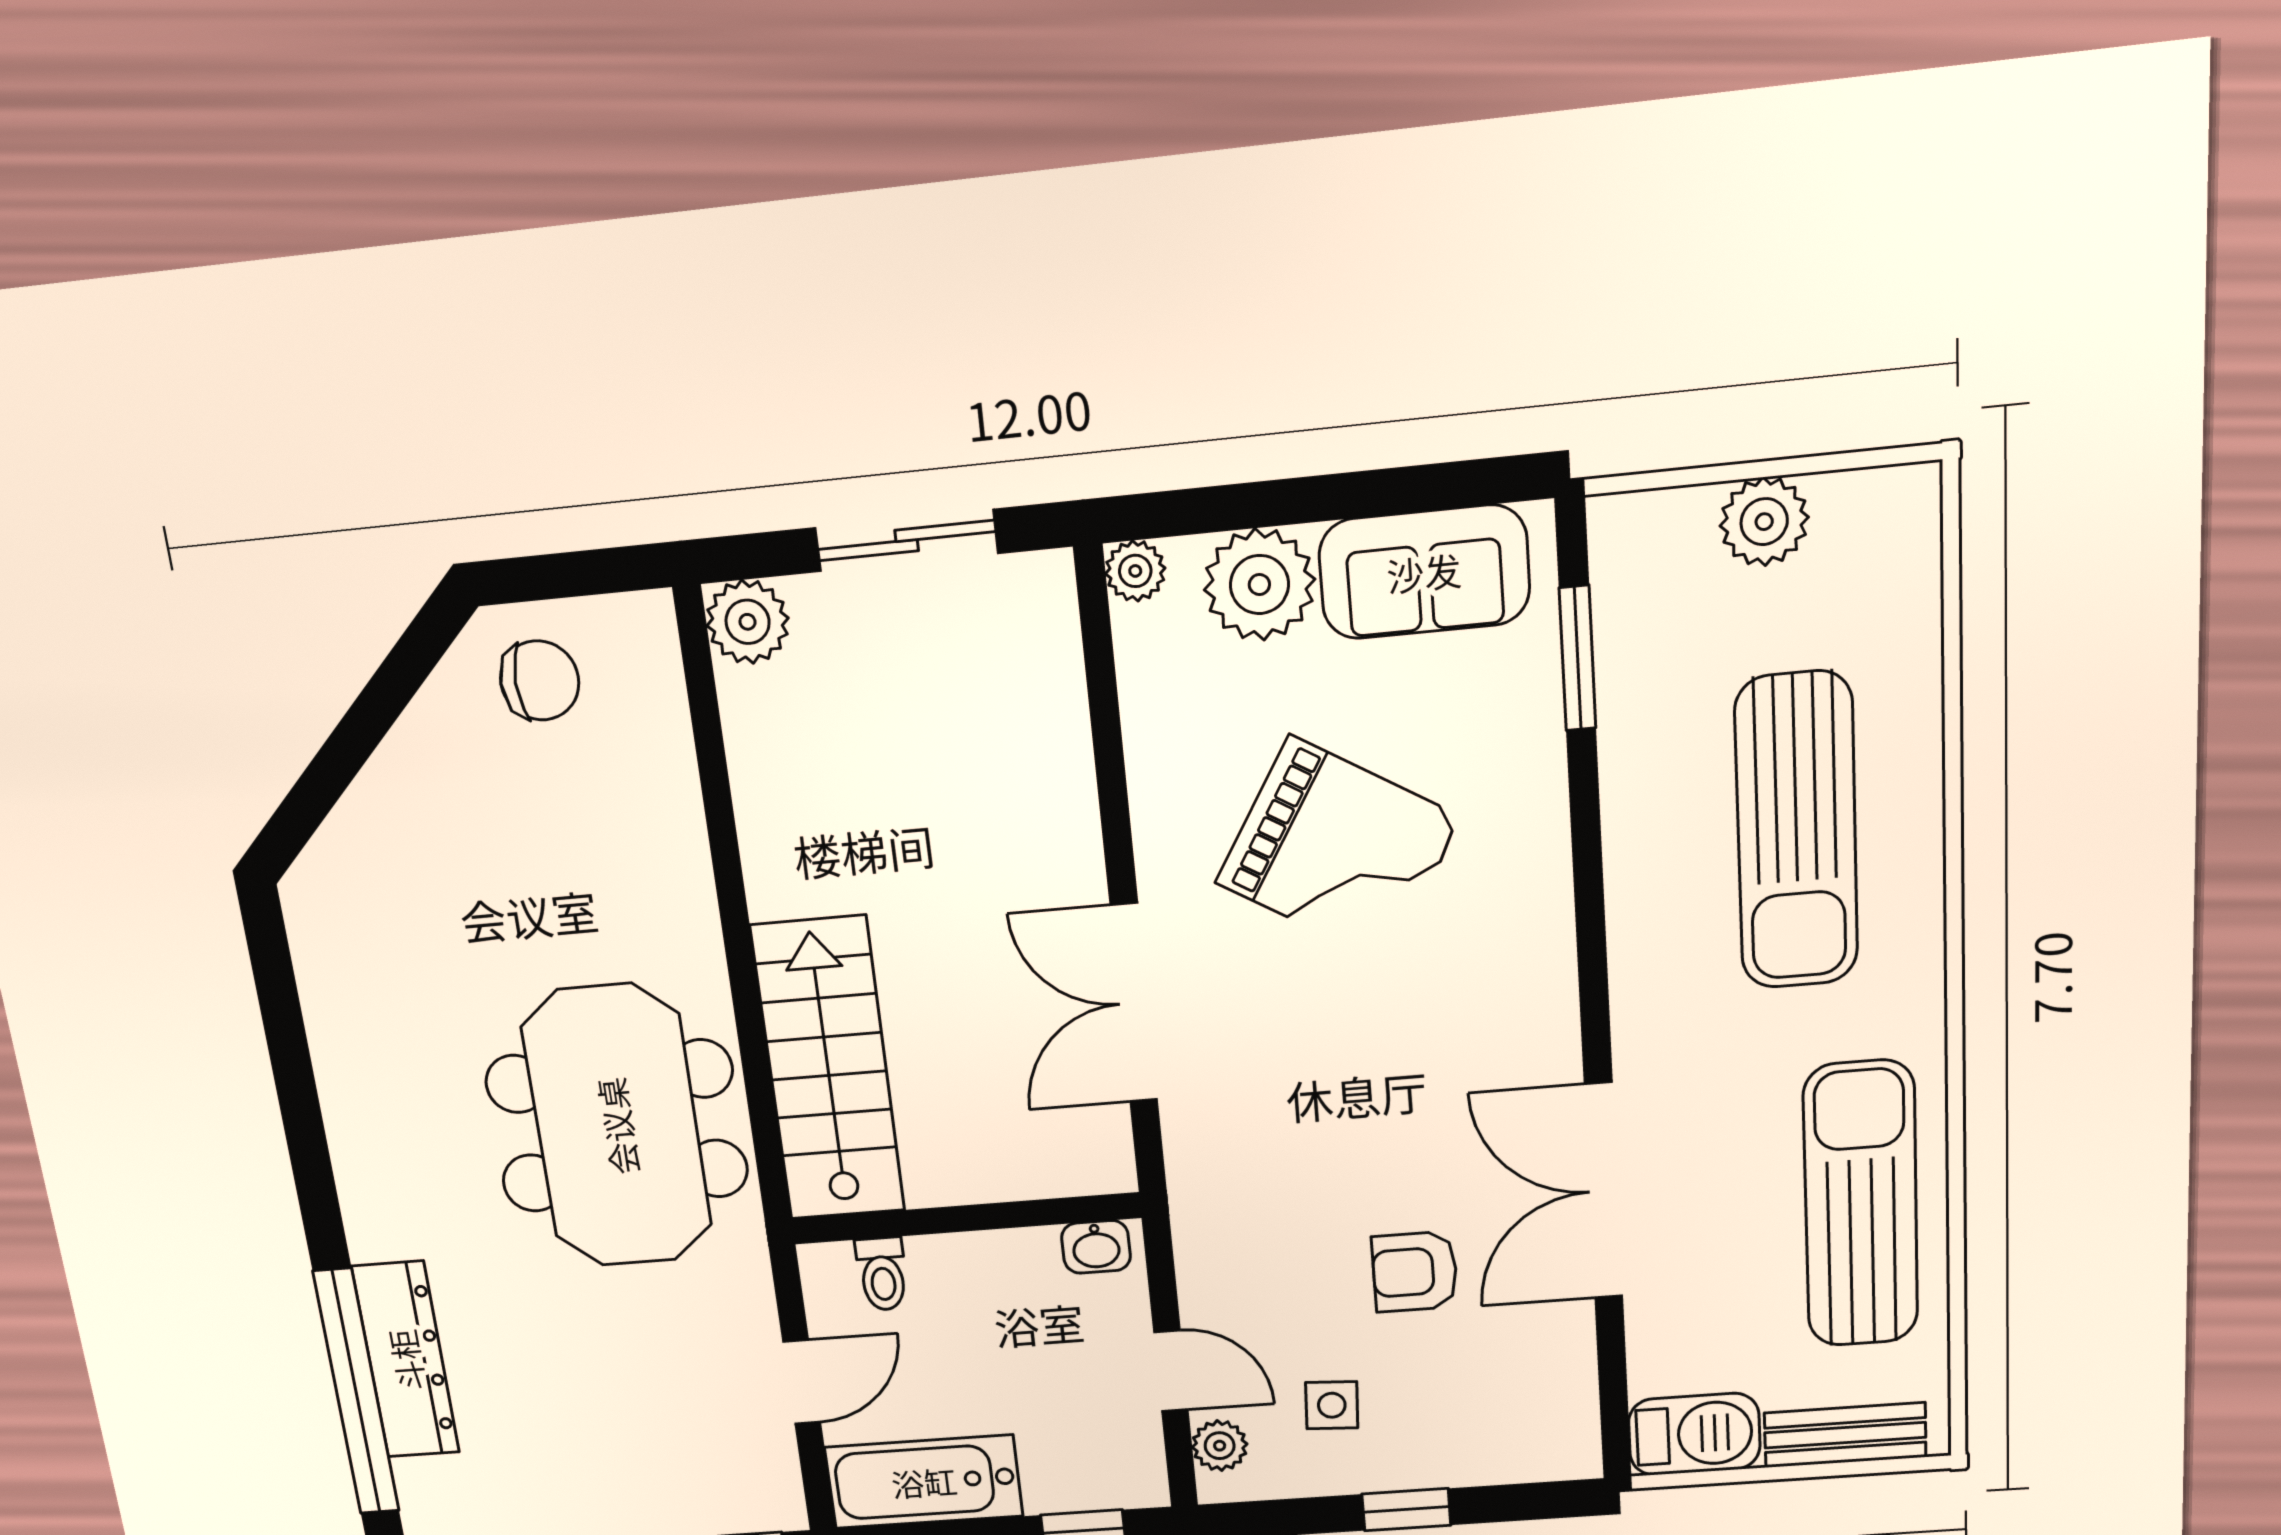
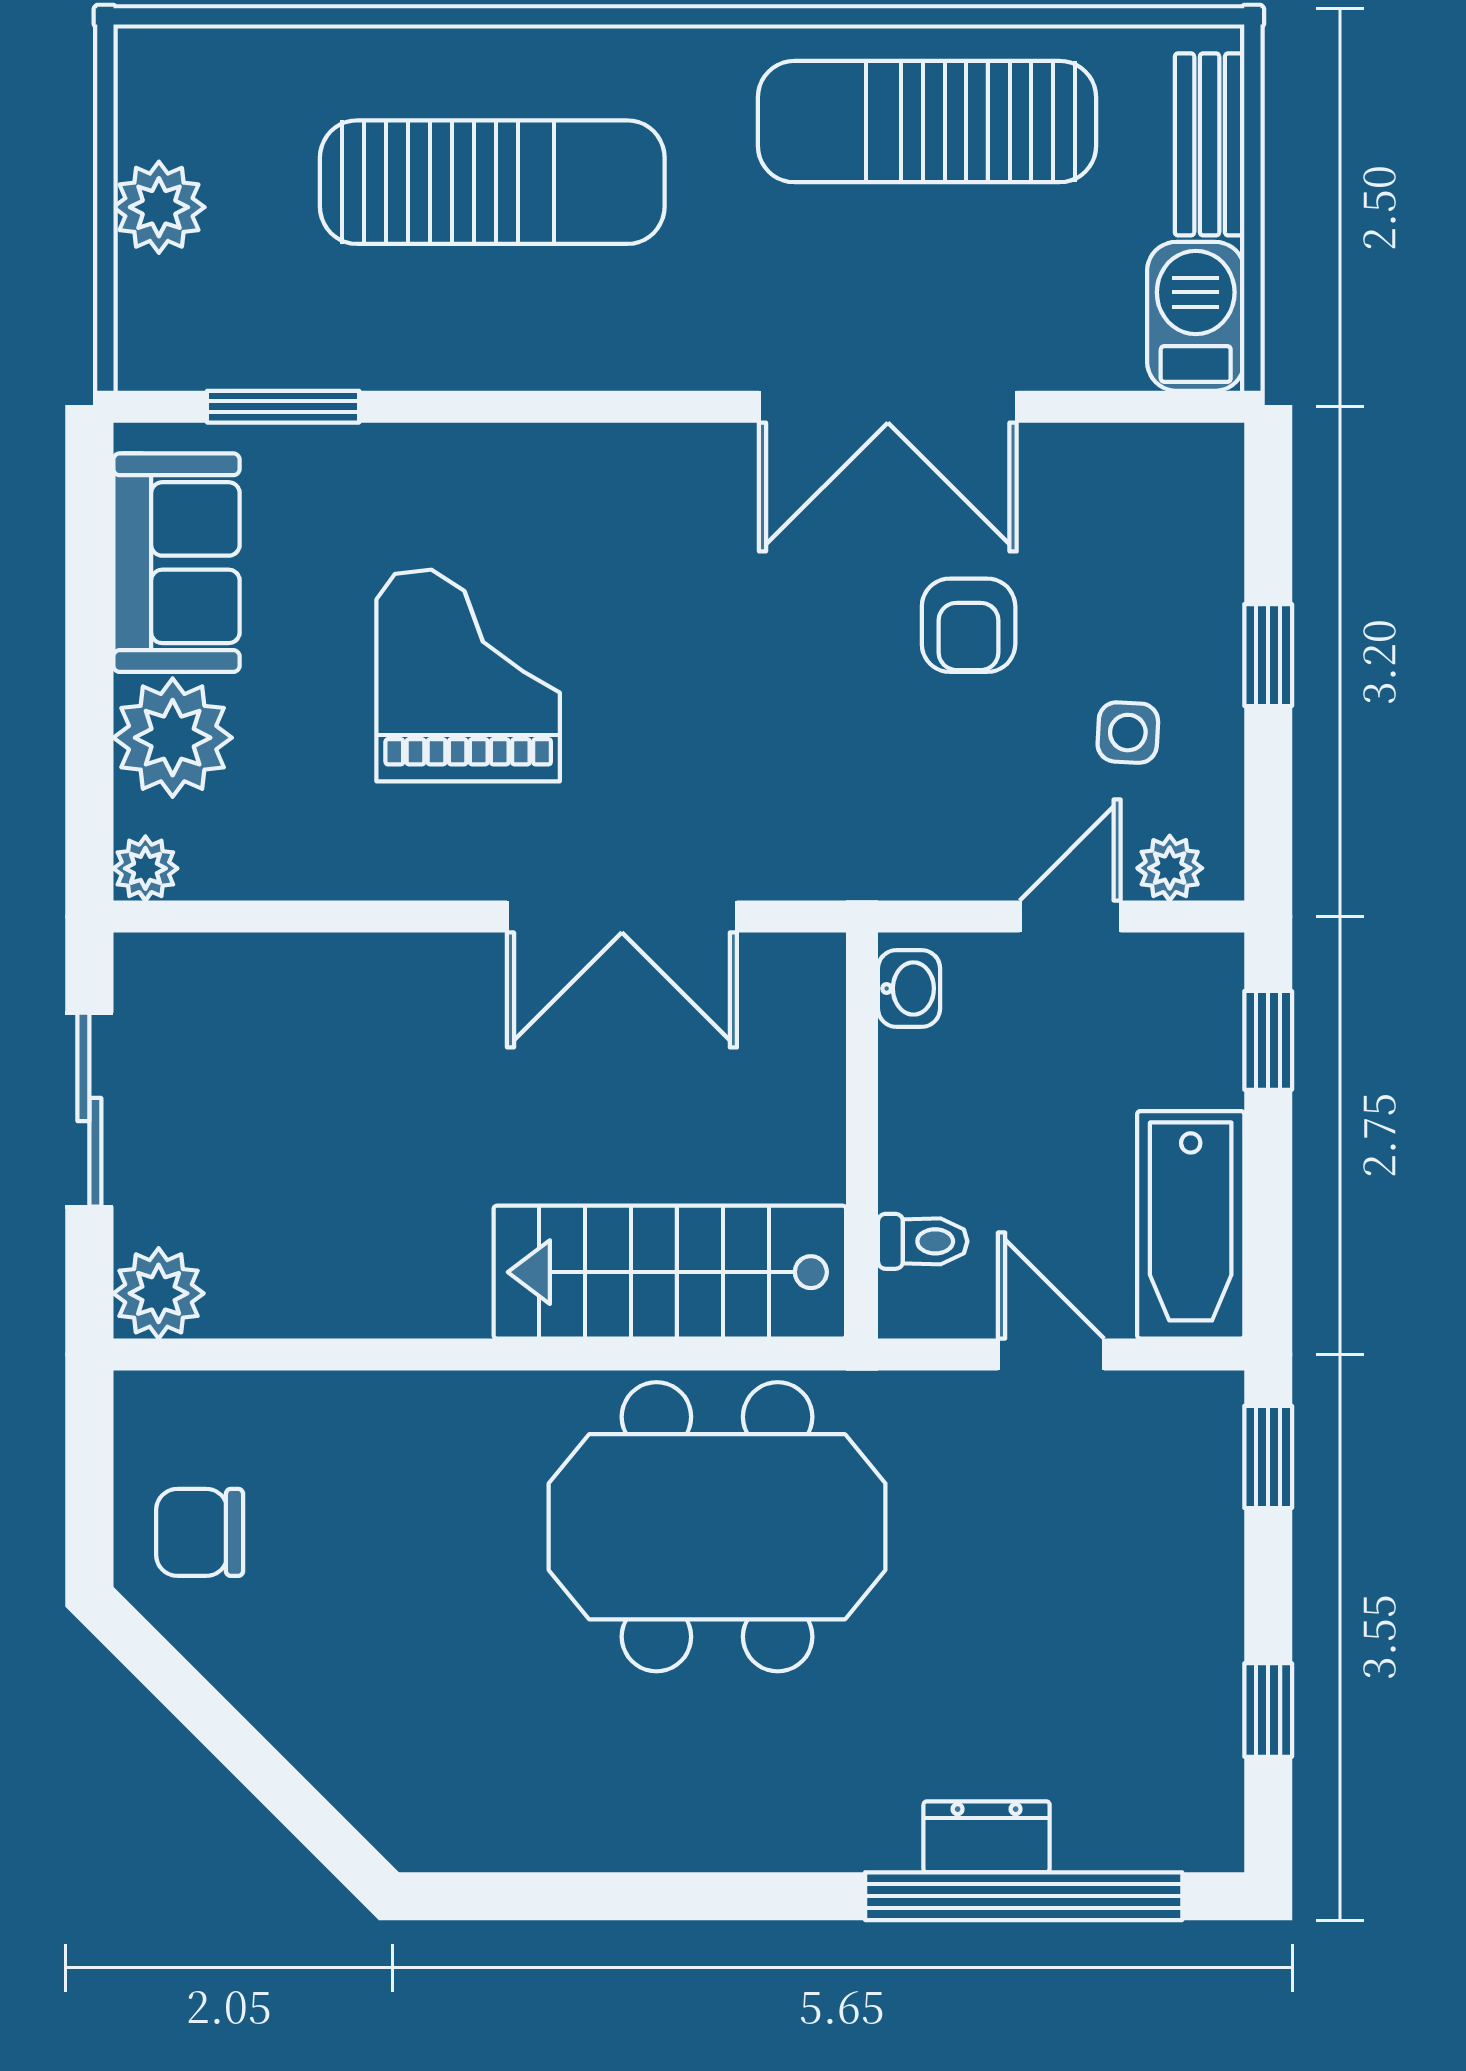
chair: (540, 680) -> (200, 1532), turned -90
grand piano: (1338, 850) -> (468, 676), turned -31
dresser: (406, 1360) -> (987, 1837), width x0.51, depth x0.80

